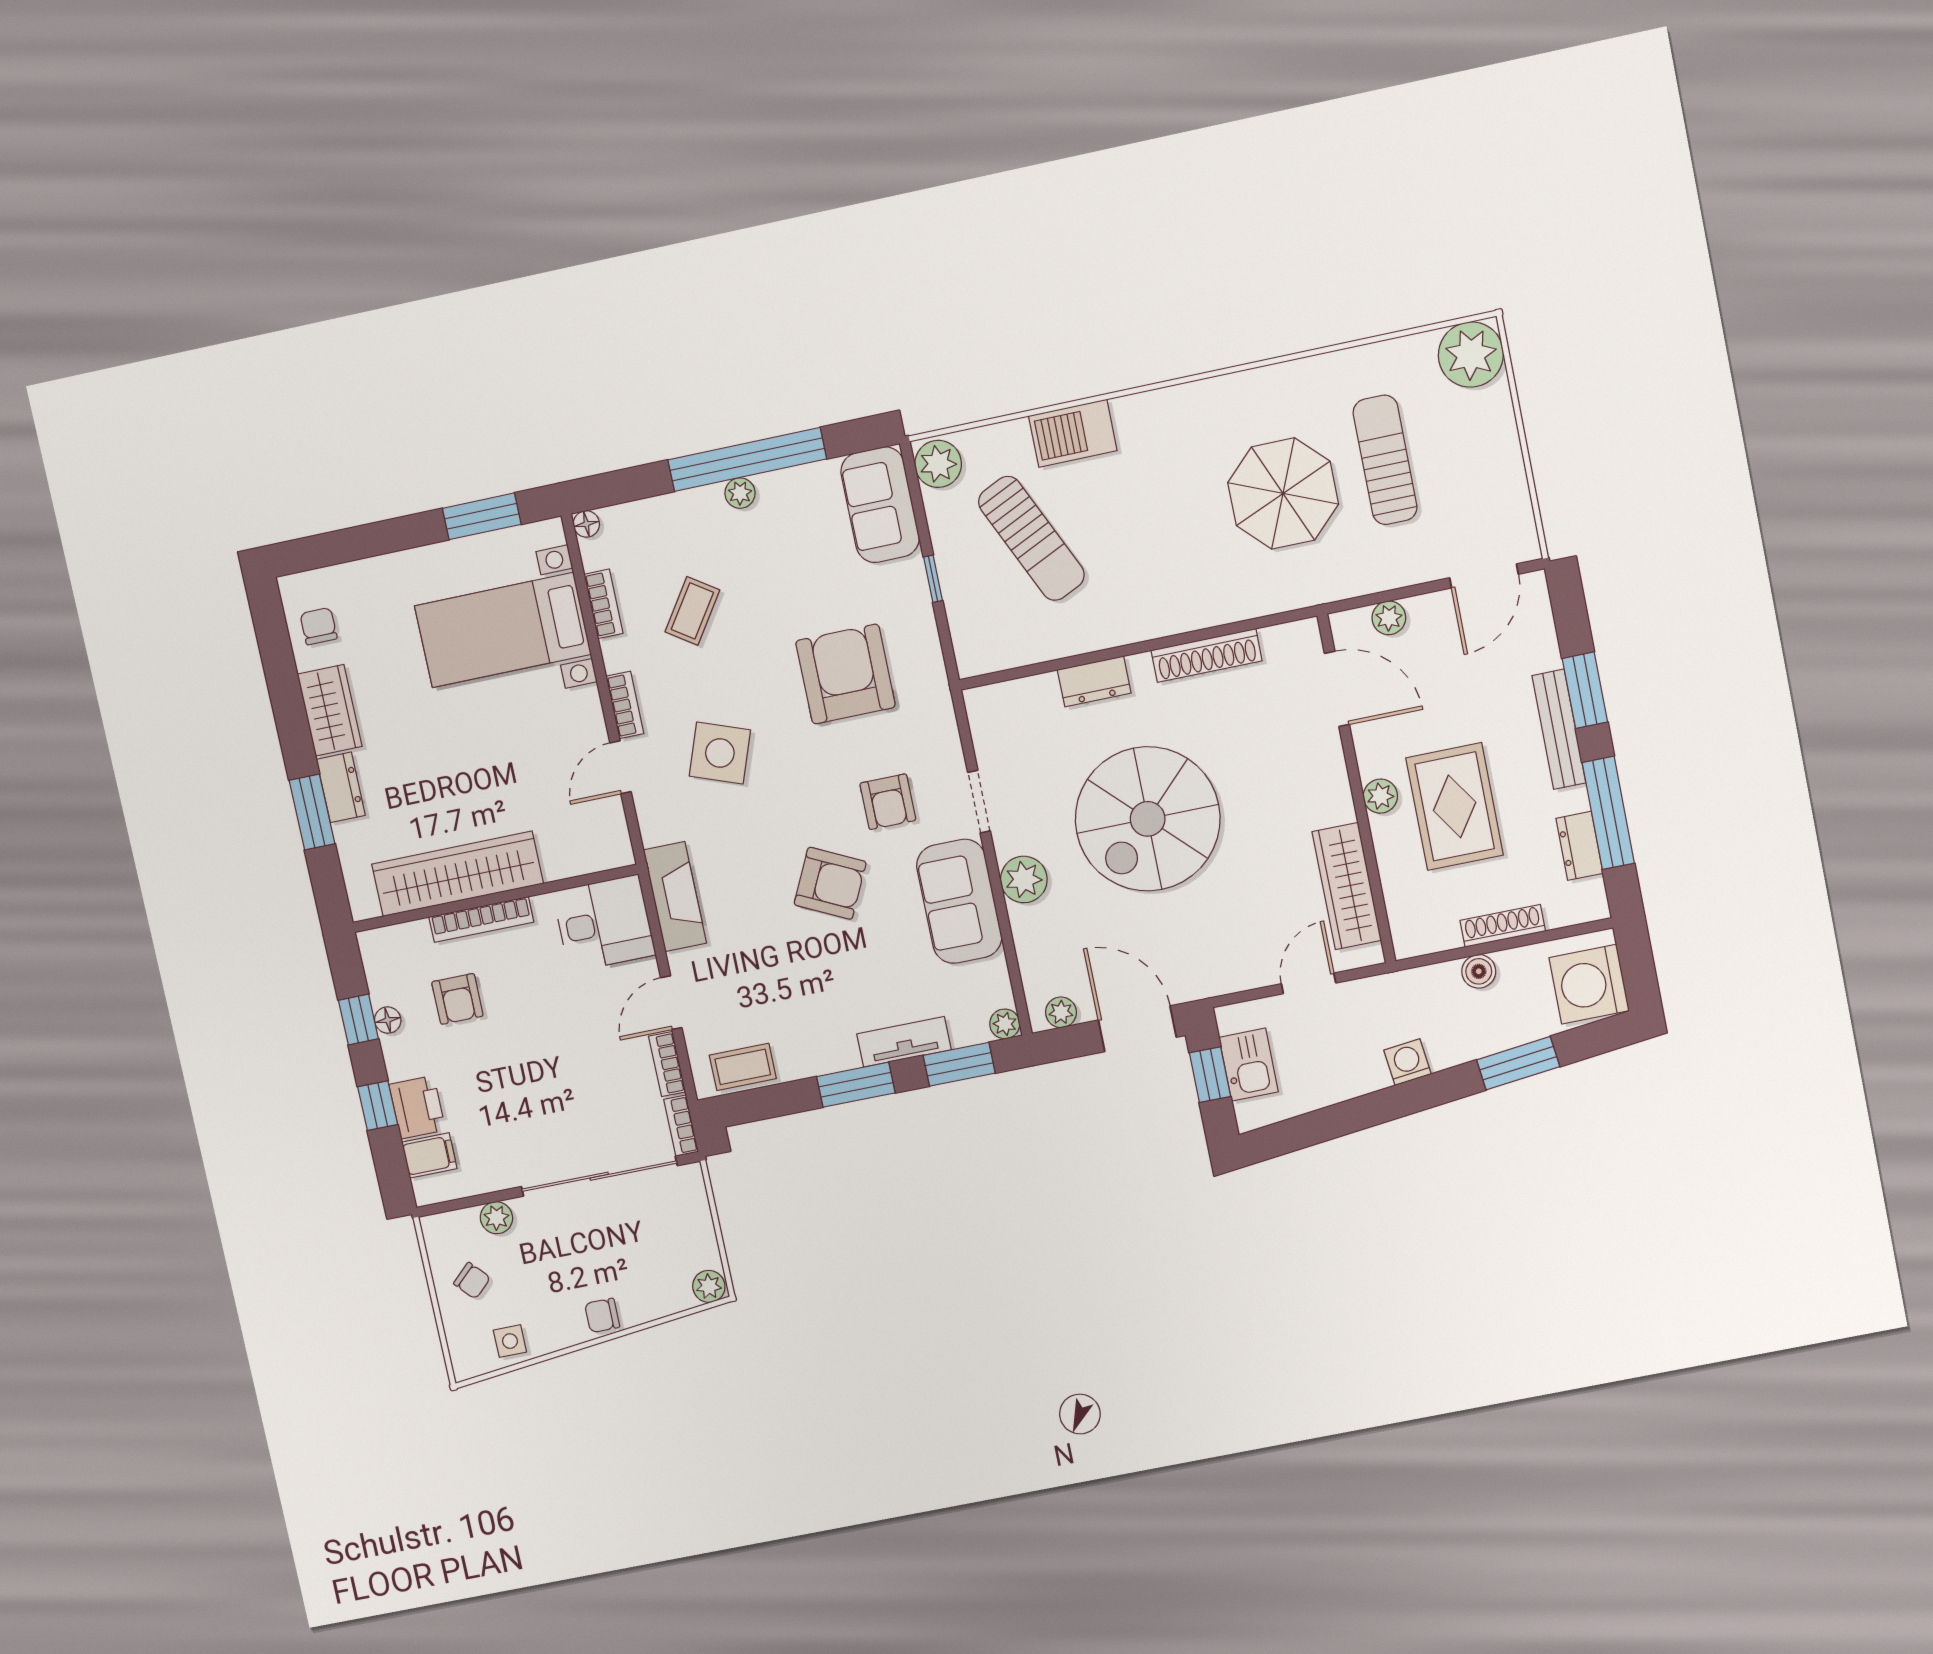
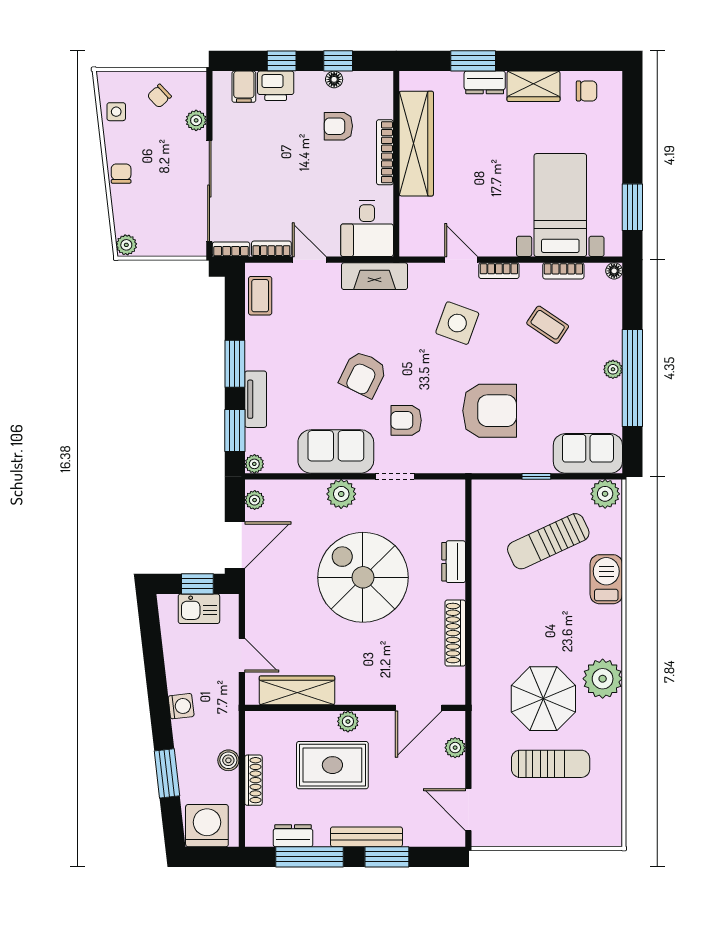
plant: (1471, 355) -> (603, 679), moved

